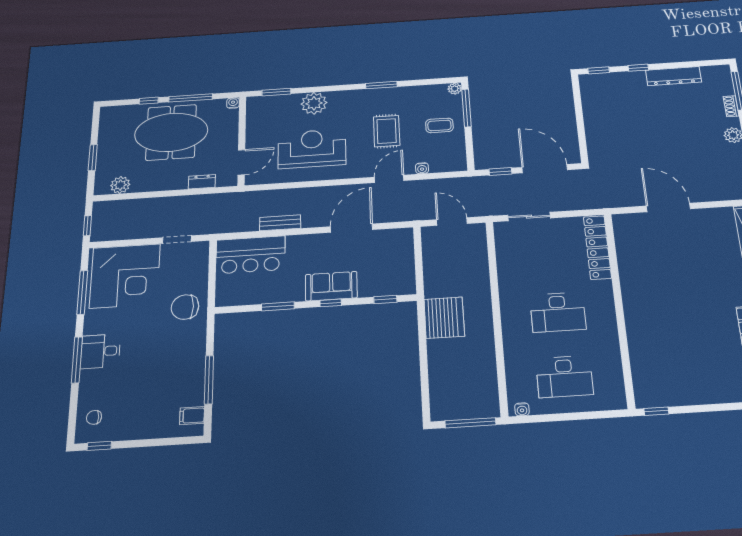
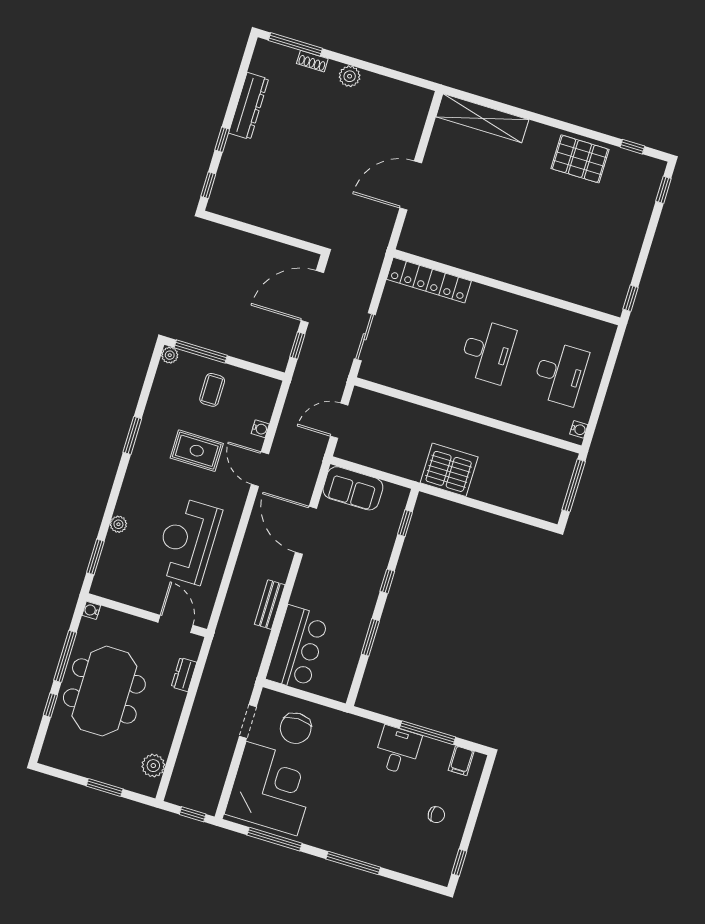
plant: (314, 103) -> (118, 524), width x0.53, depth x0.53
sofa: (331, 286) -> (353, 488), moved, turned -90
chair: (185, 307) -> (296, 728), moved
desk: (100, 351) -> (398, 750), moved, turned 180
chair: (94, 417) -> (436, 815), moved, turned -90

